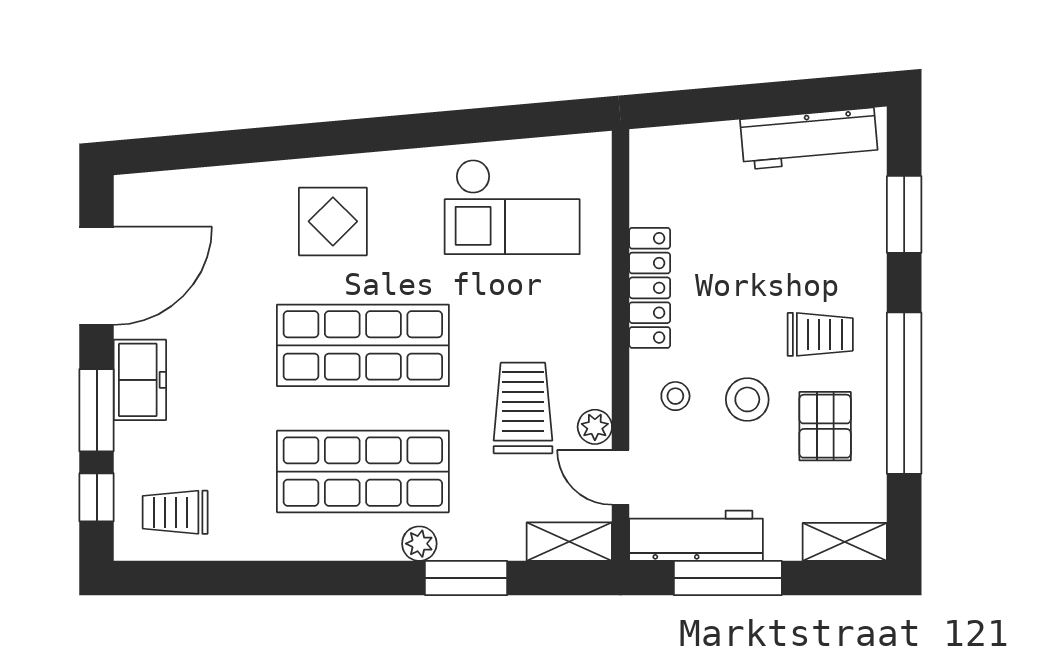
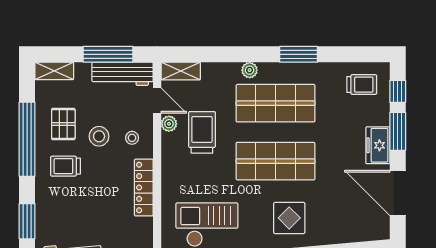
door: (97, 276) -> (398, 193), hinge flipped
trolley: (523, 408) -> (202, 132), turned 180
window: (466, 578) -> (299, 54), moved

